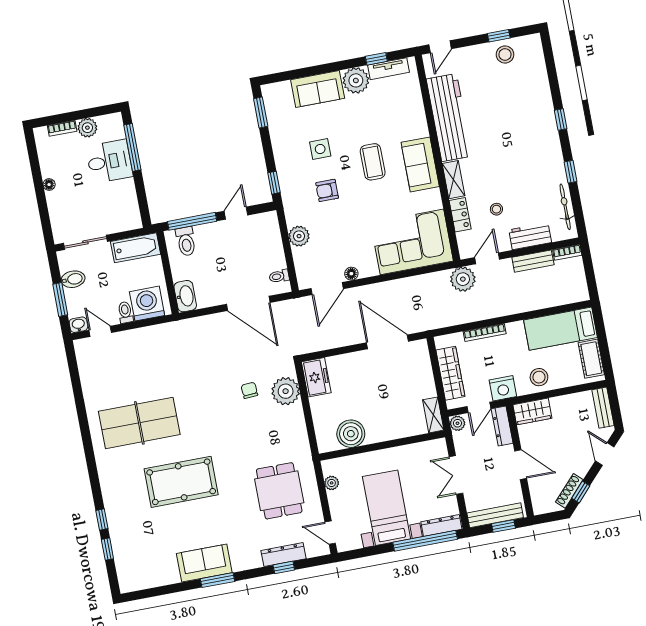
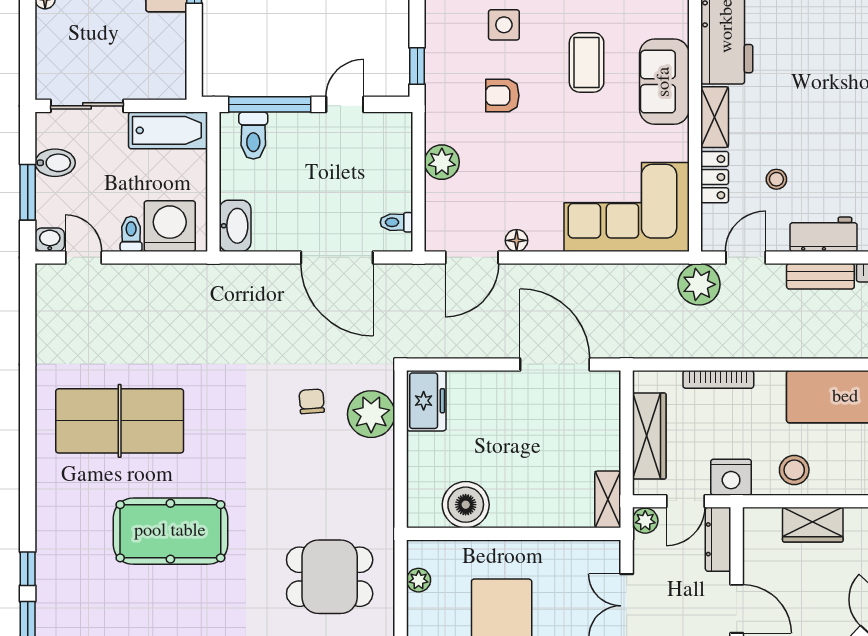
wardrobe: (532, 411) -> (813, 525), moved
dining table: (279, 491) -> (330, 577), turned 90

